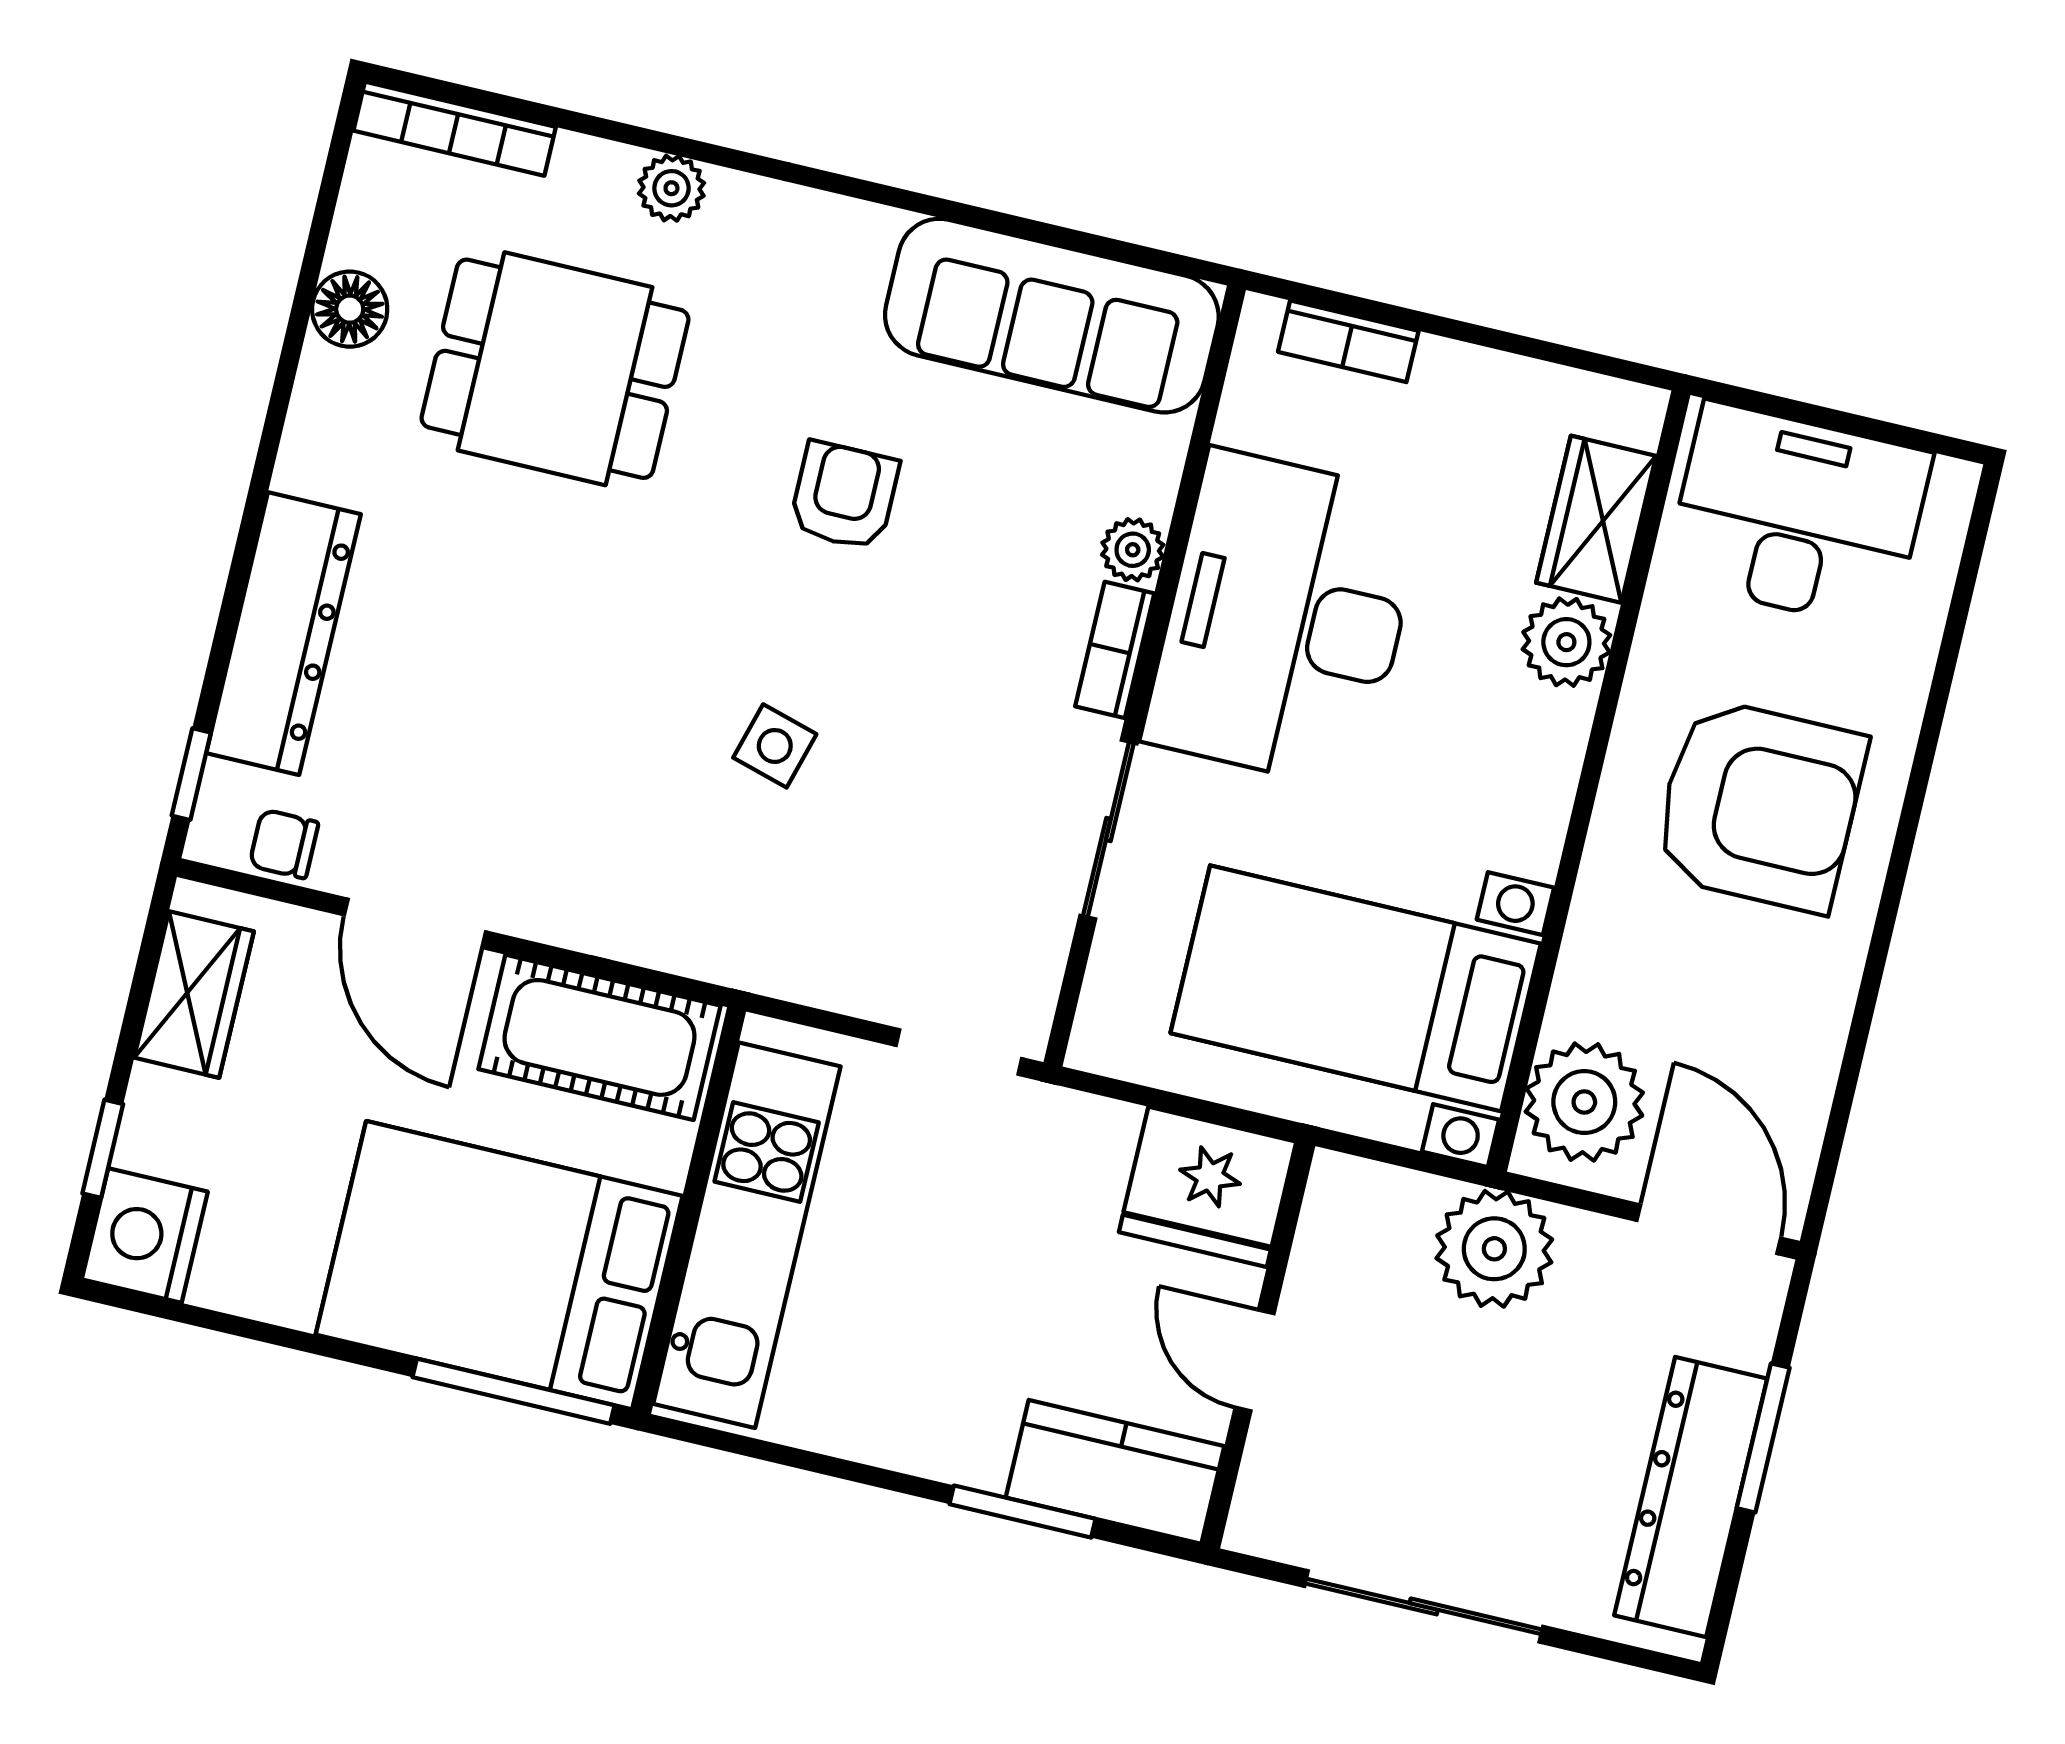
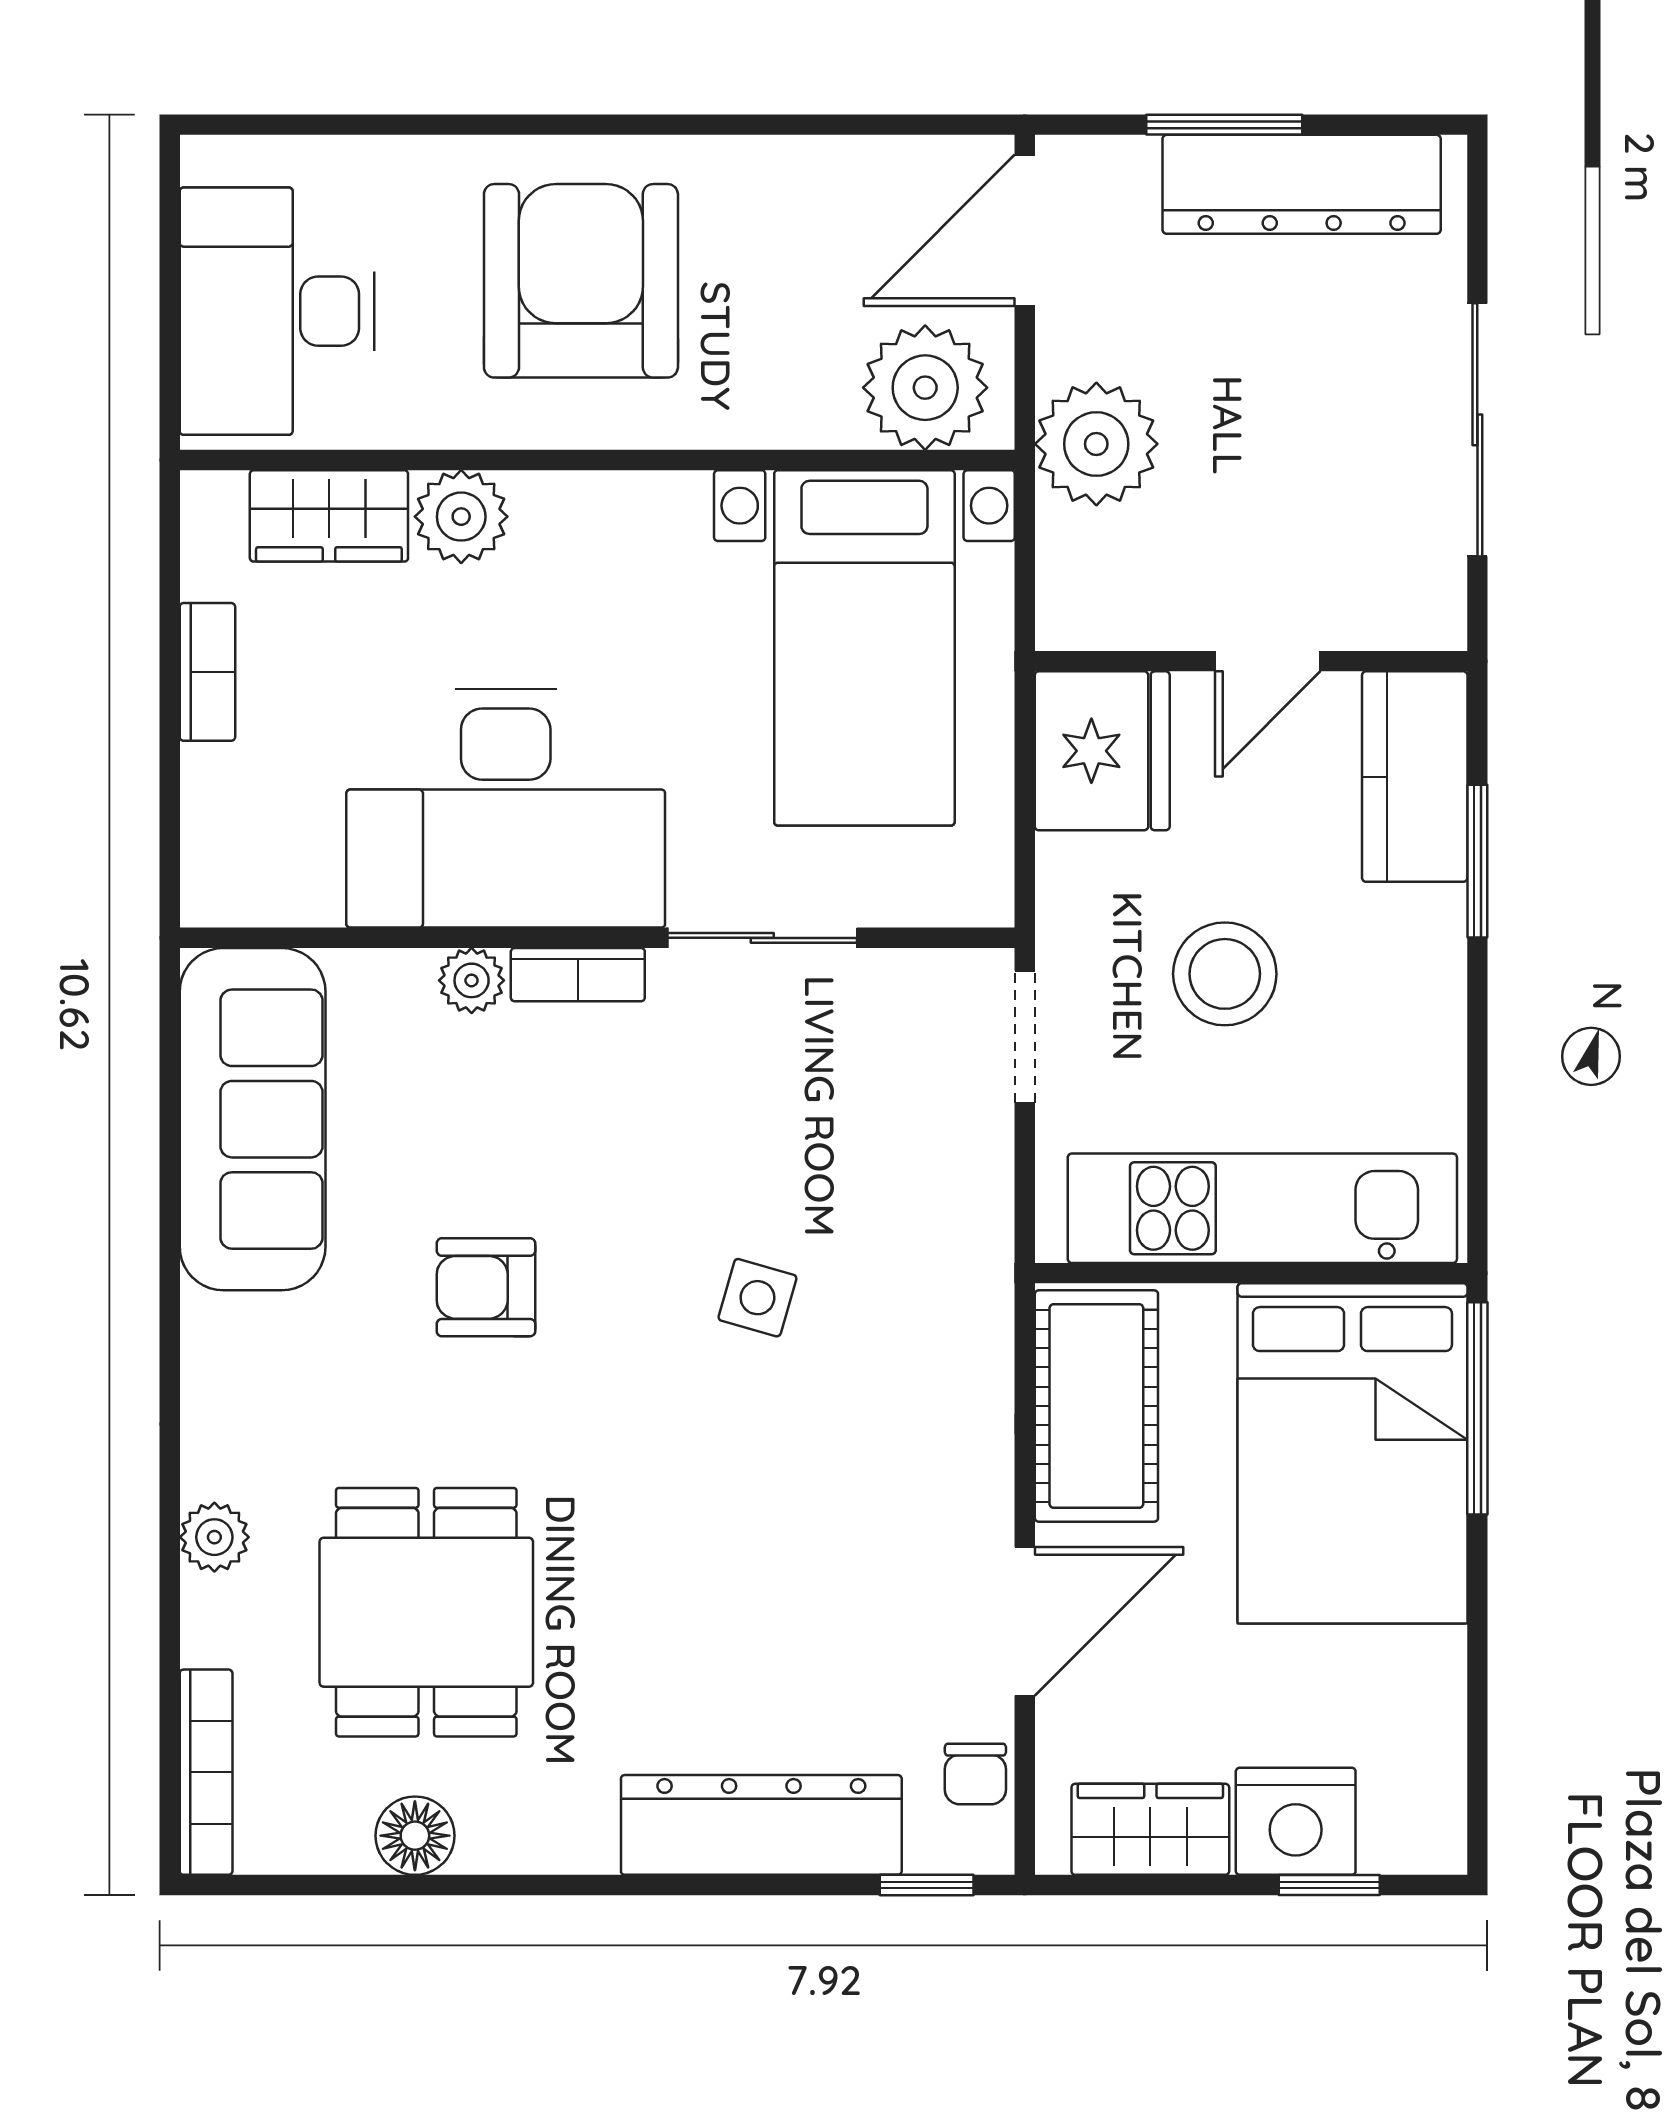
bookcase: (1348, 341) -> (207, 672), moved
nightstand: (145, 1235) -> (1296, 1821), moved
stool: (973, 1252) -> (1225, 974), added

